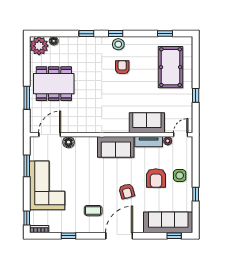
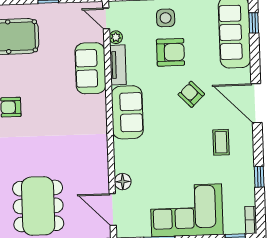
armchair: (127, 191) -> (191, 94), turned -118

